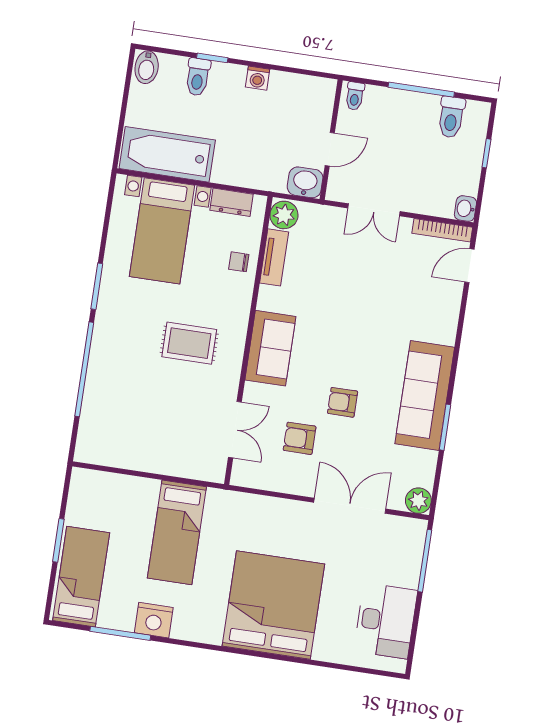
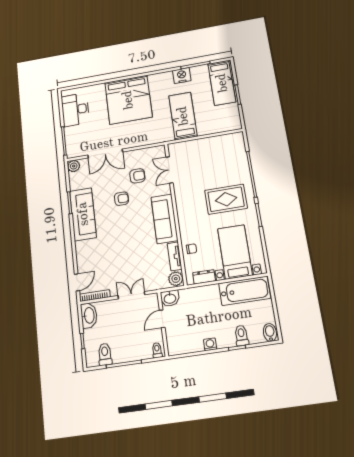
washbasin: (465, 209) -> (89, 315), width x1.91, depth x1.45
rug: (189, 343) -> (226, 199), moved, width x1.36, depth x1.43
sofa: (270, 348) -> (164, 219), width x1.36

